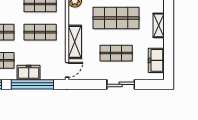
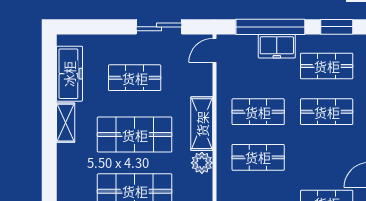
shelving: (75, 42) -> (202, 124), moved
freezer: (156, 60) -> (69, 74), width x1.40
sliding door: (121, 84) -> (159, 27), moved

